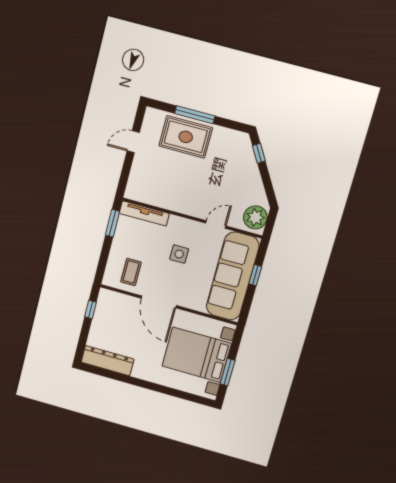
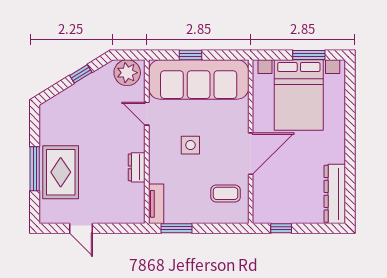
window: (259, 153) -> (81, 74), moved
dresser: (172, 203) -> (137, 167), added
tv unit: (144, 213) -> (156, 204), width x0.71

